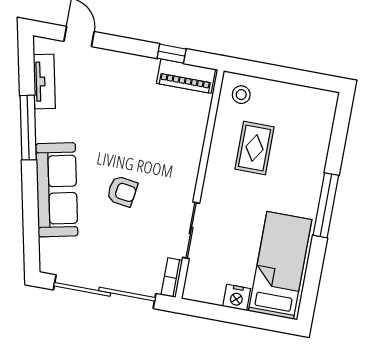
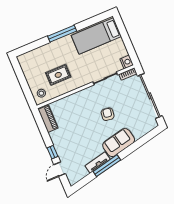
window: (172, 54) -> (53, 152), moved
tv unit: (44, 81) -> (98, 162), moved
sofa: (57, 190) -> (119, 143), width x0.73
nightstand: (237, 297) -> (127, 62), moved

